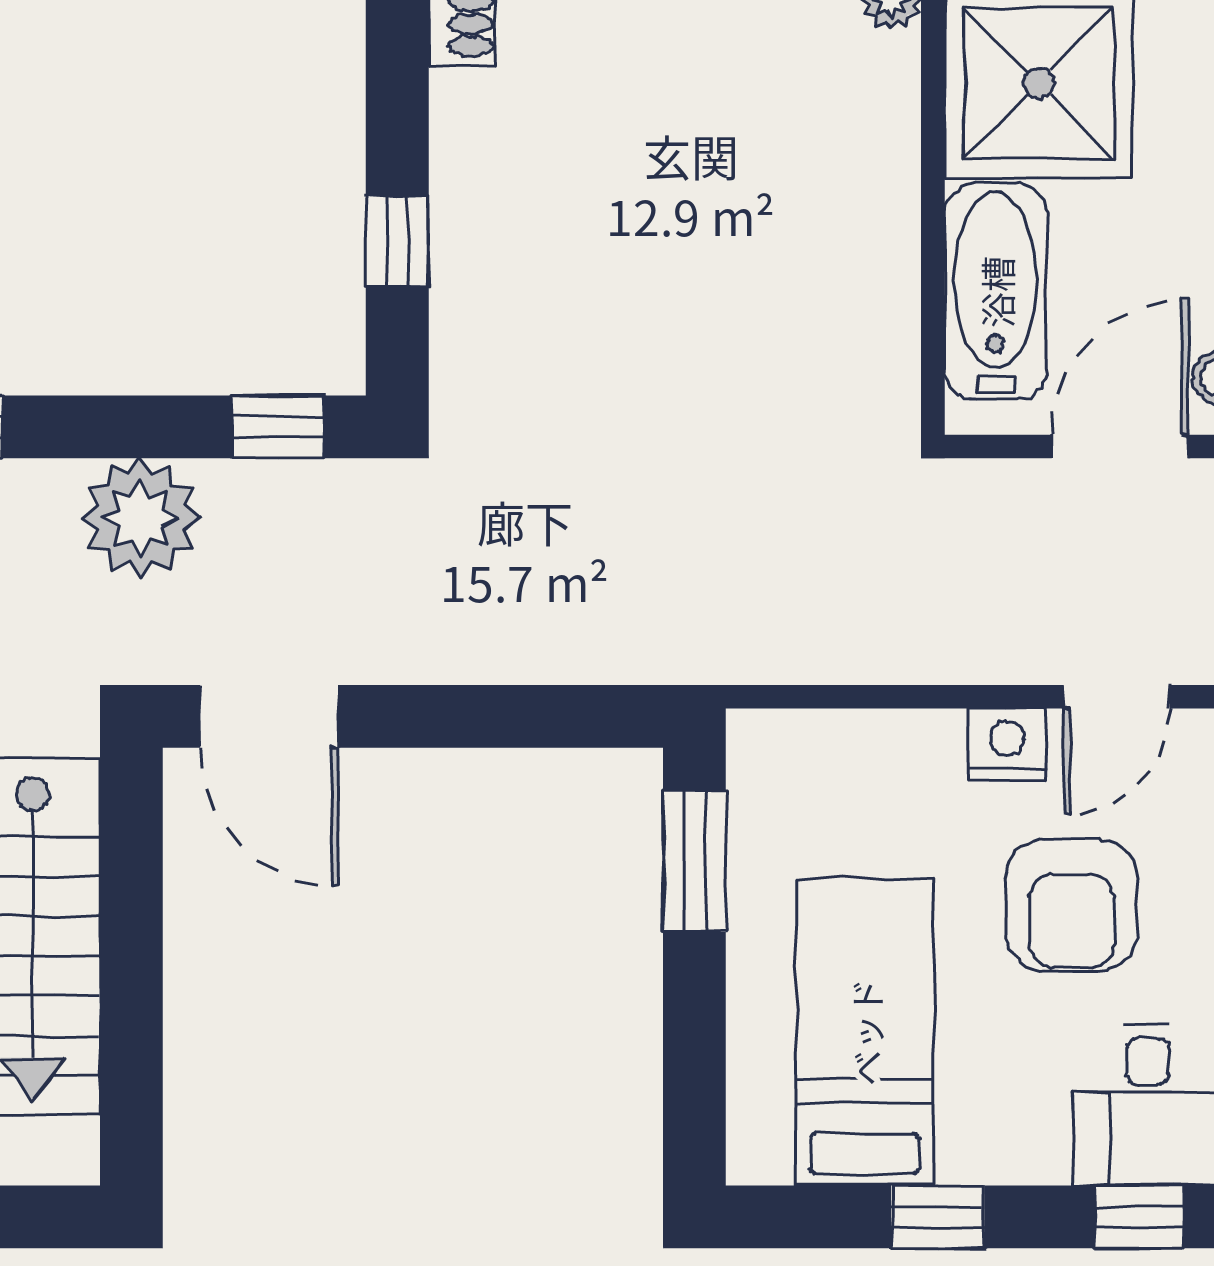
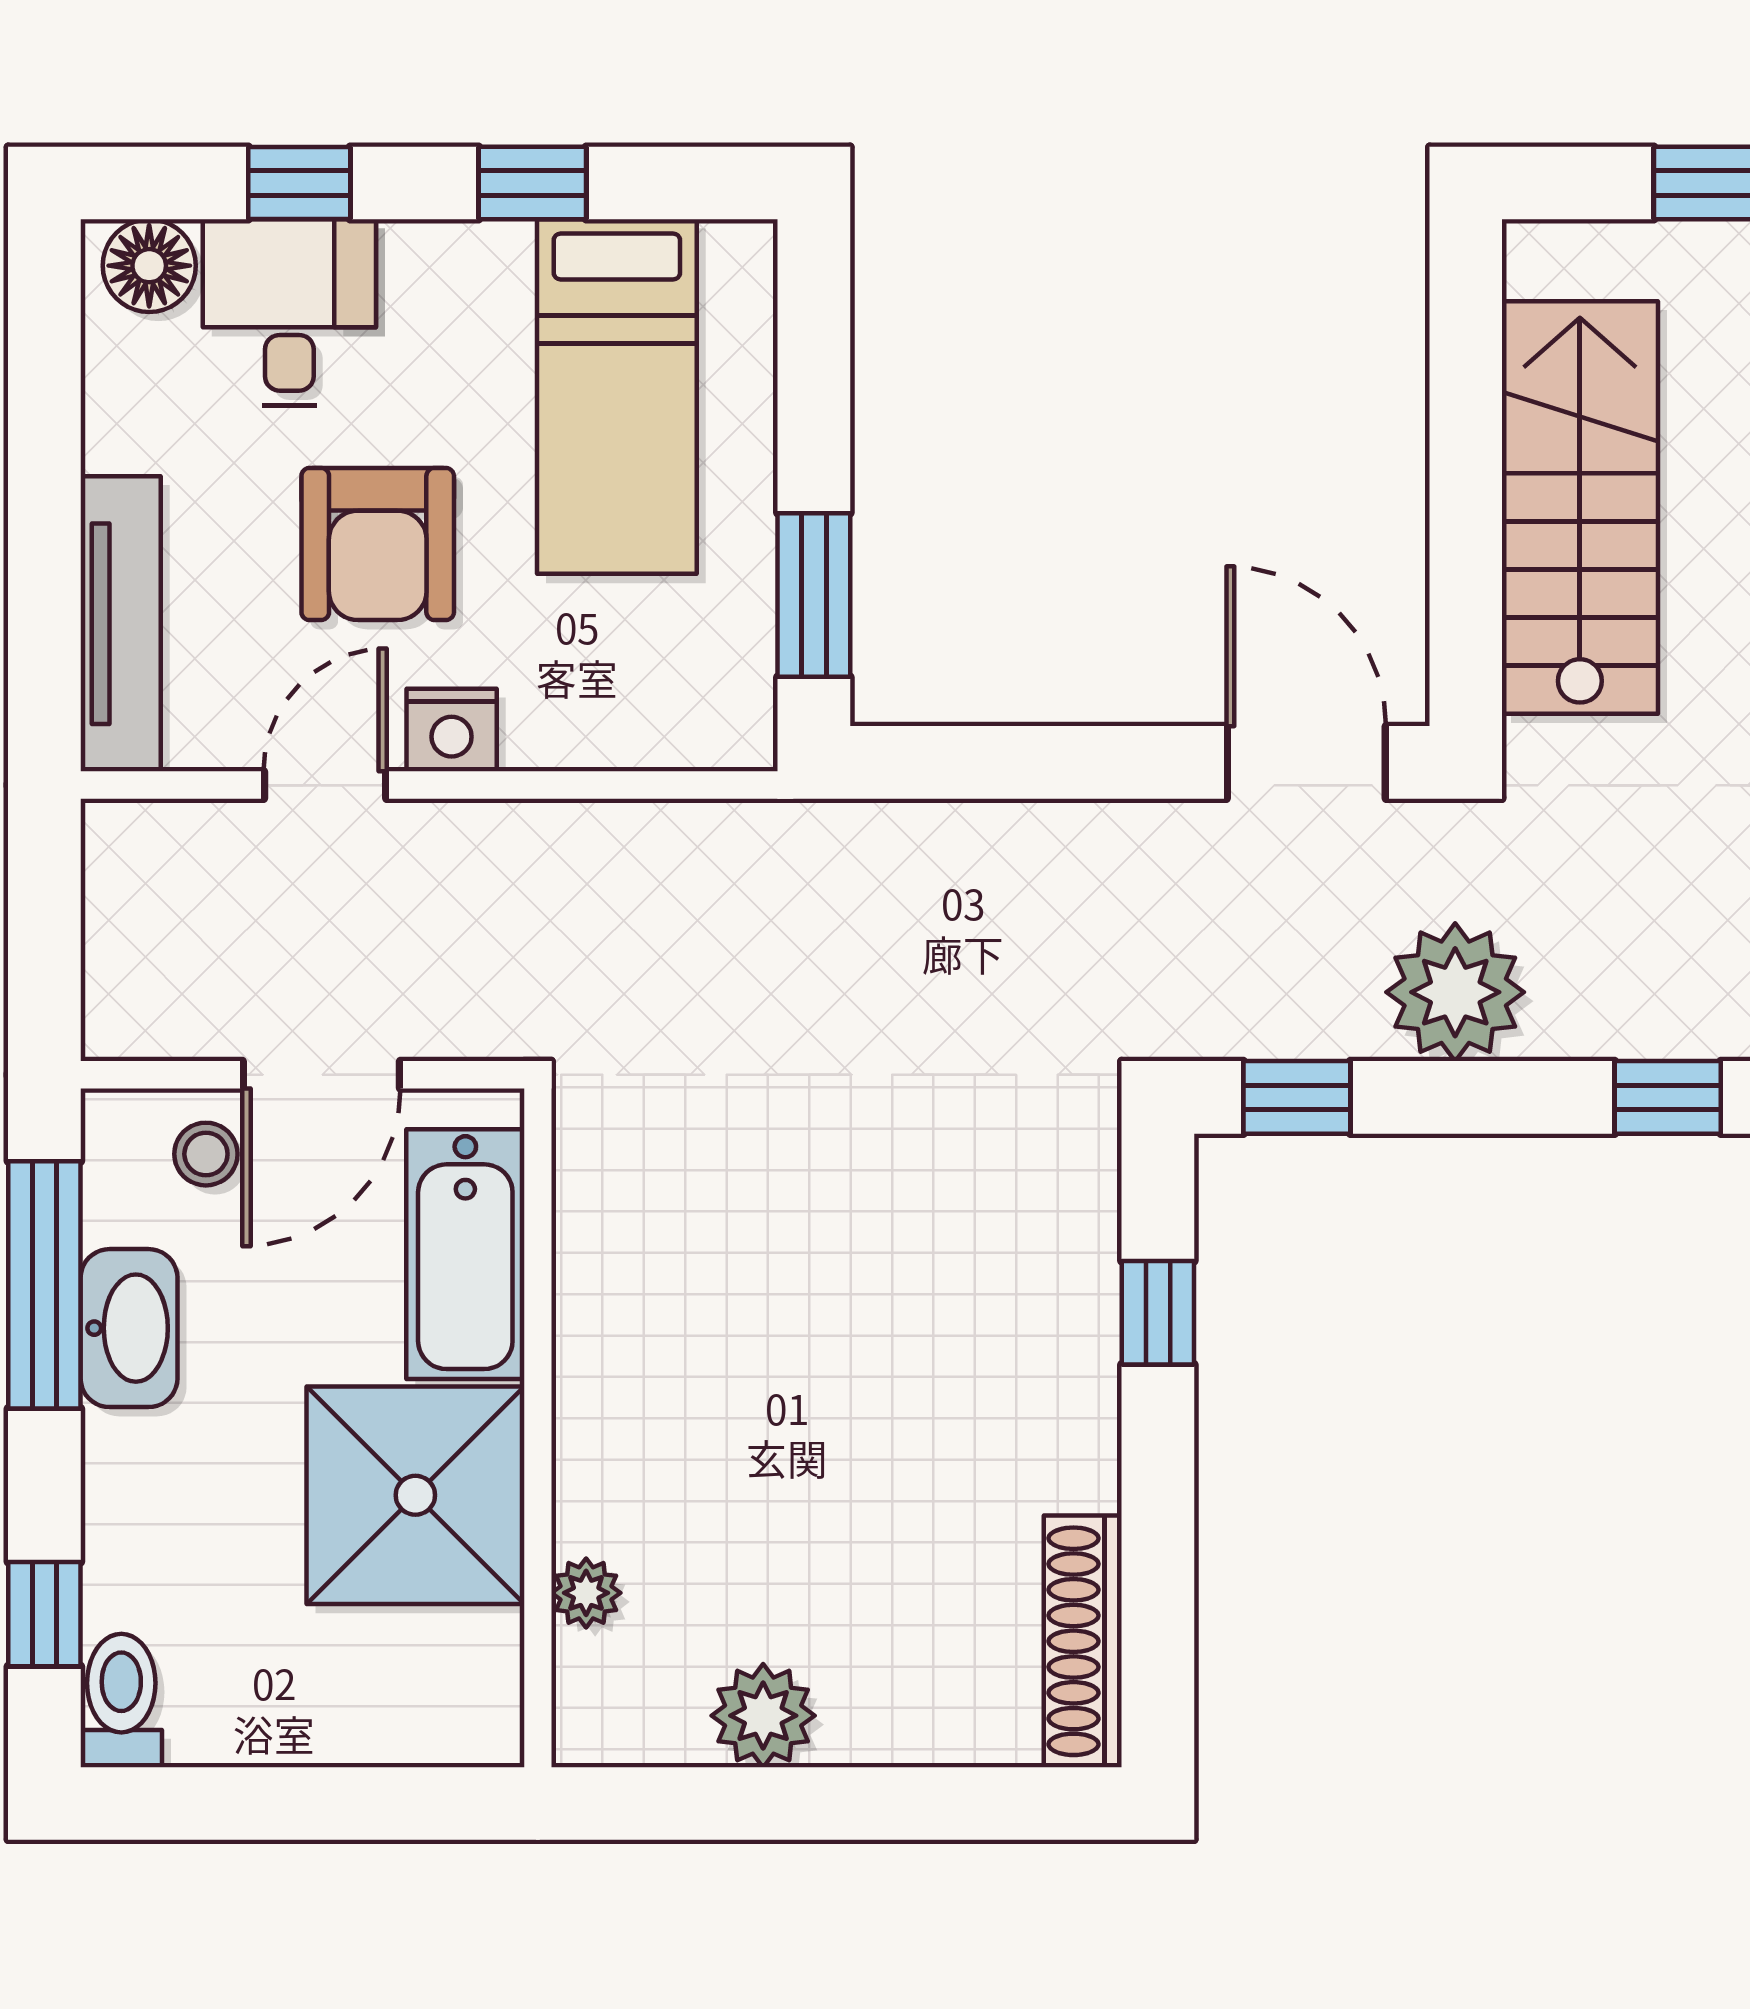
armchair: (1071, 905) -> (378, 544), turned 180

